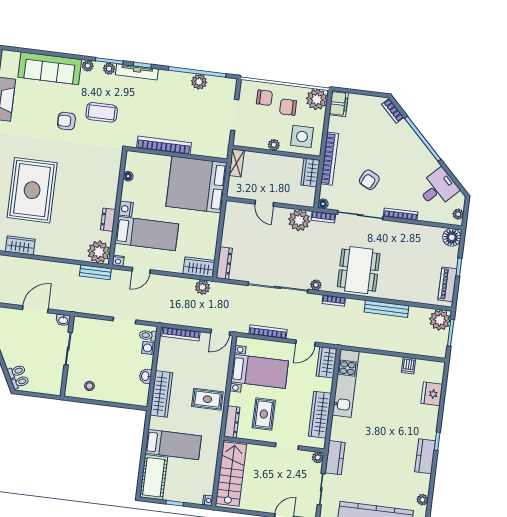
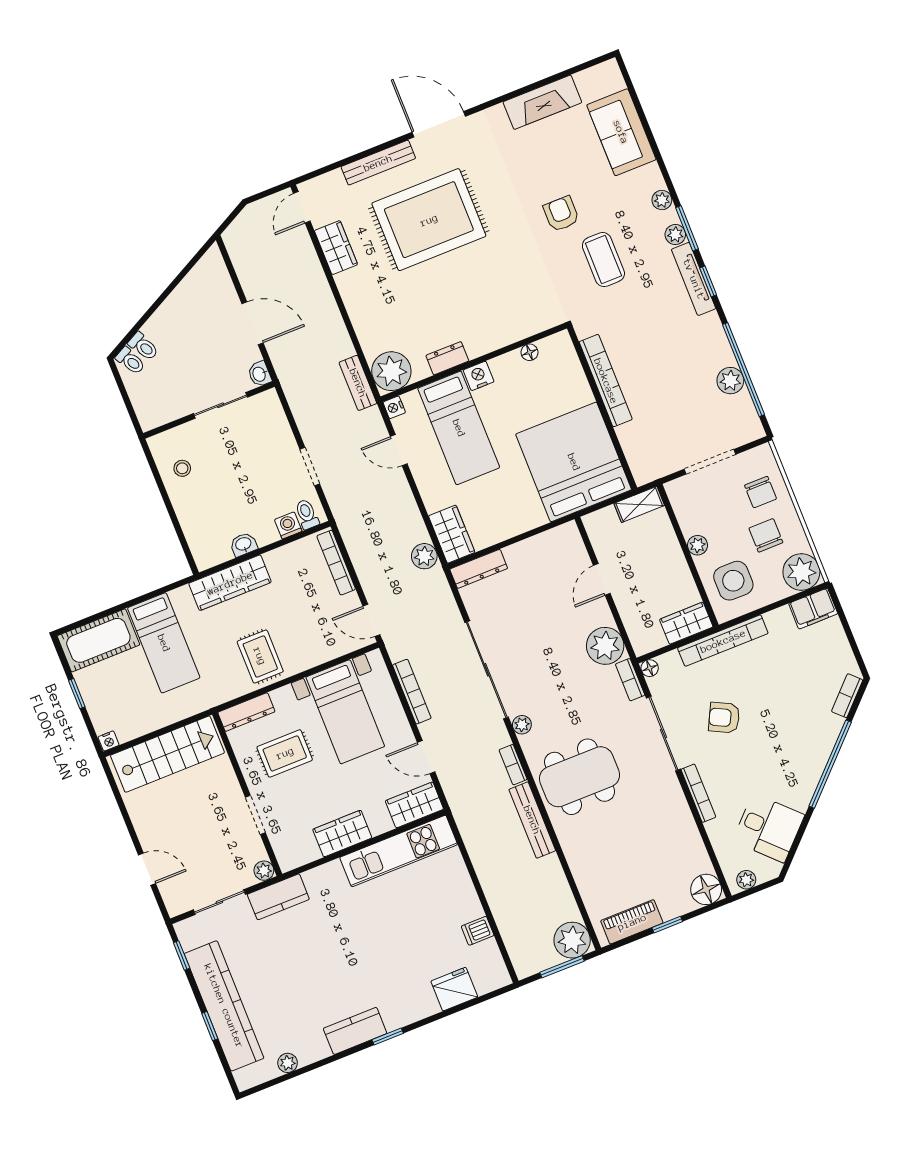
sofa: (50, 68) -> (621, 132), width x0.73
bench: (387, 309) -> (532, 820), moved
wardrobe: (320, 415) -> (342, 834), width x0.67

